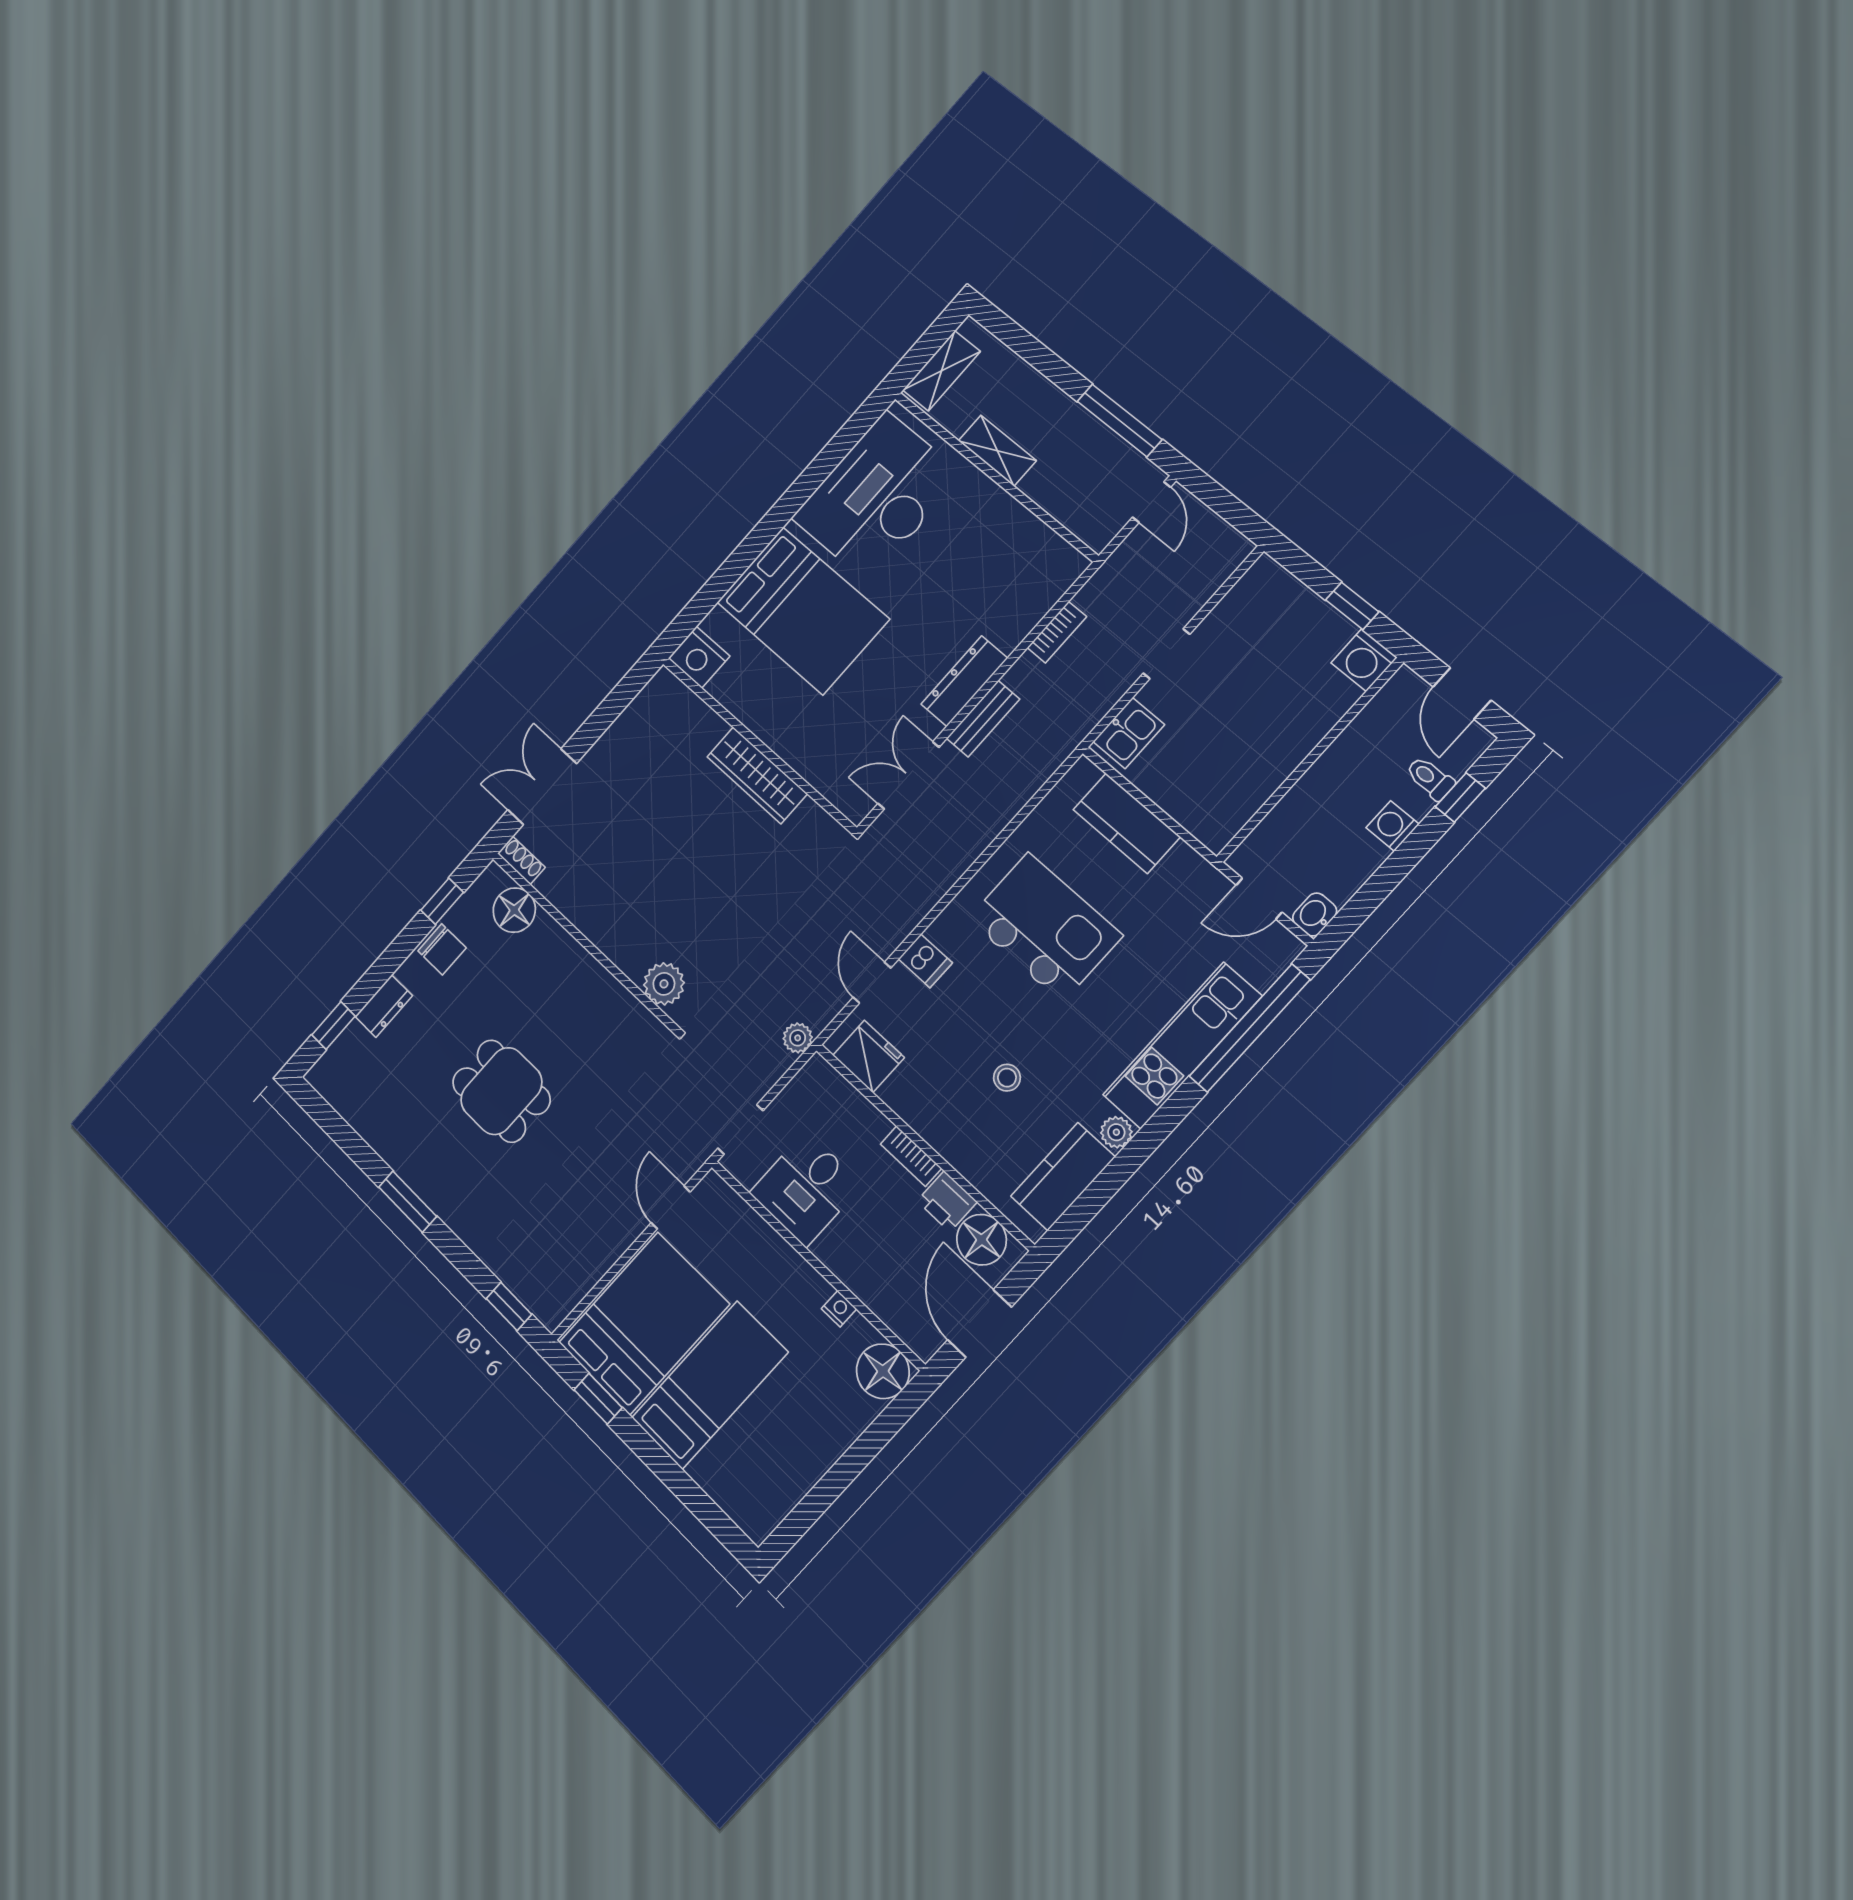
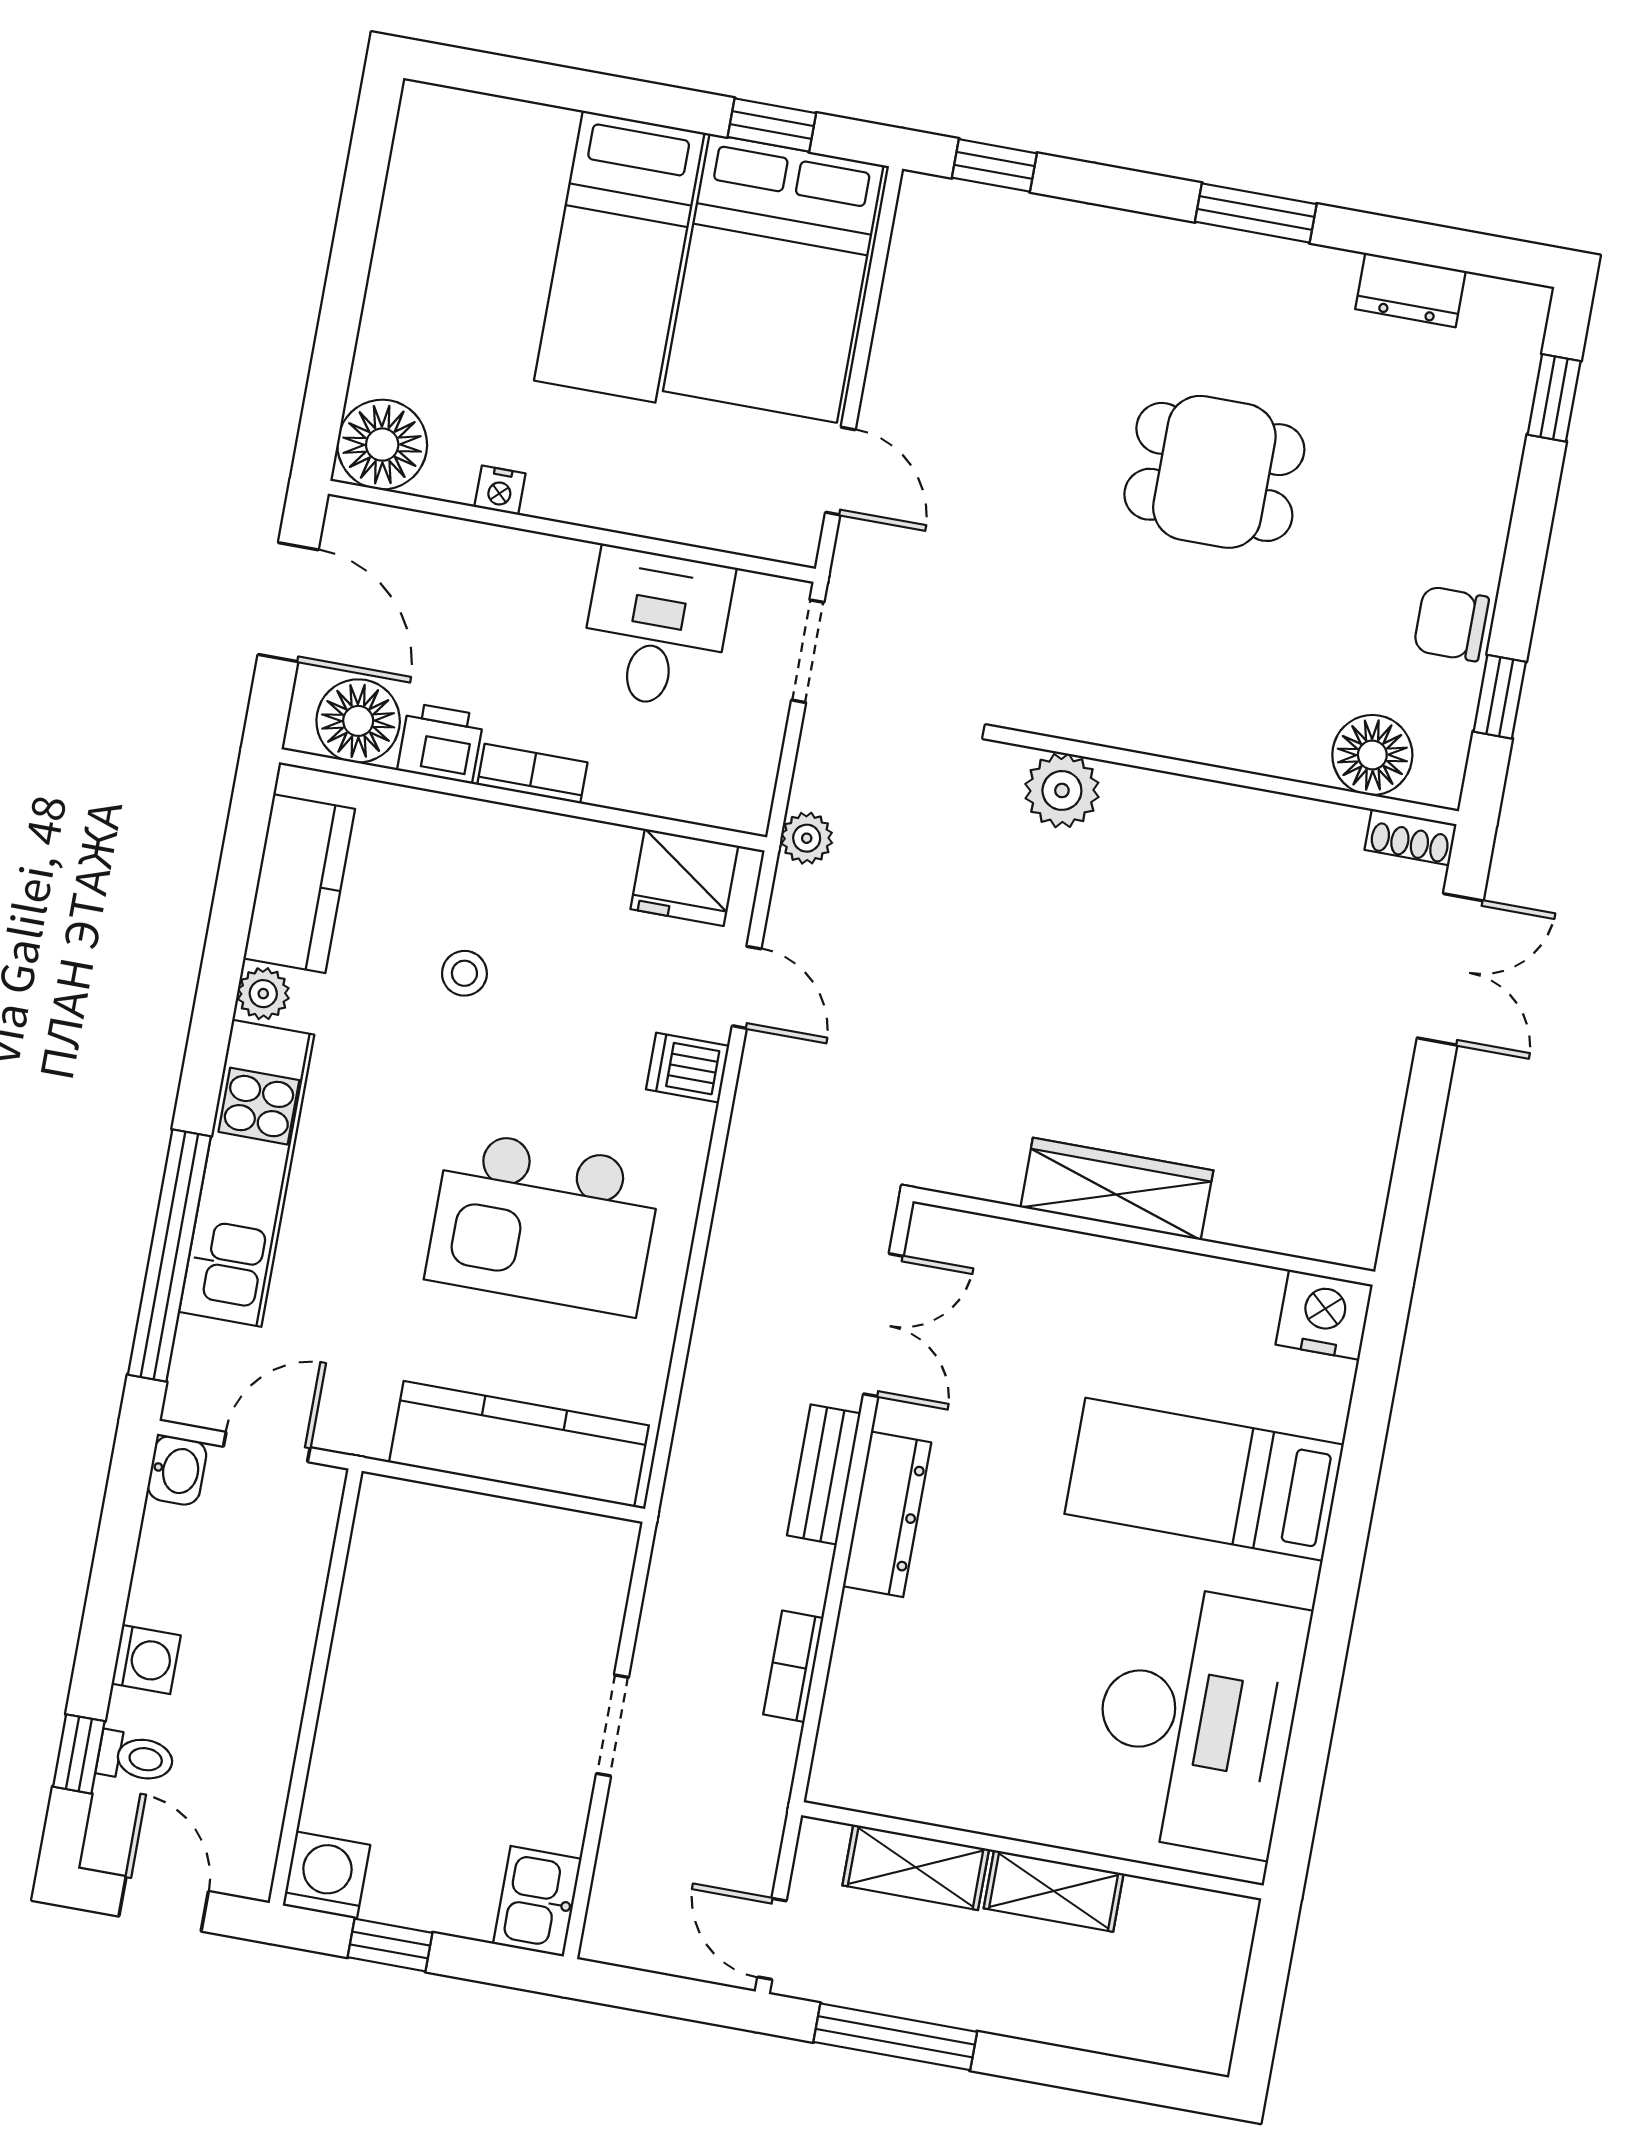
shelving: (941, 371) -> (916, 1867), moved, turned 90
bed: (803, 611) -> (1204, 1479), width x0.67
kitchen sink: (1129, 733) -> (537, 1901), moved
kitchen counter: (1127, 823) -> (519, 1444), width x1.50
dresser: (384, 1006) -> (1410, 290), moved, turned -90

